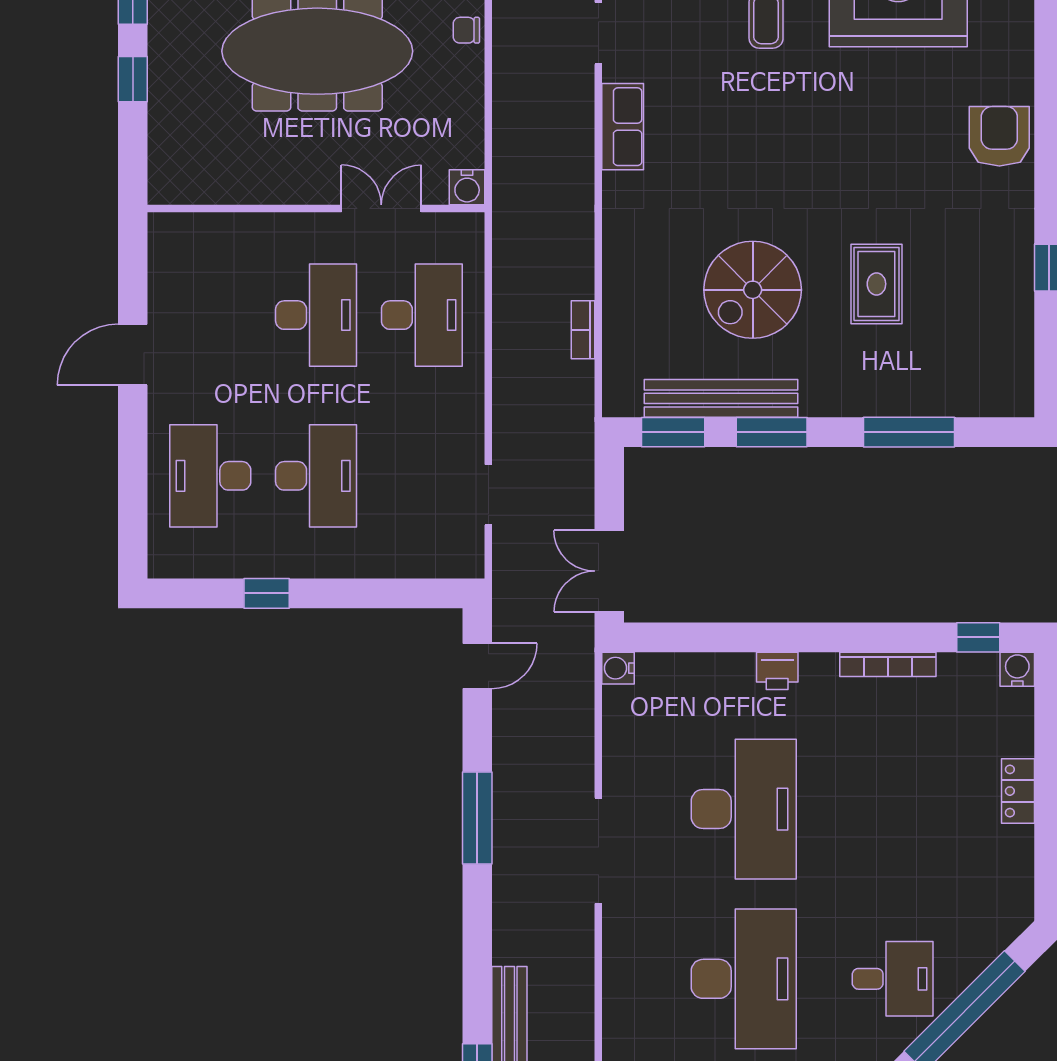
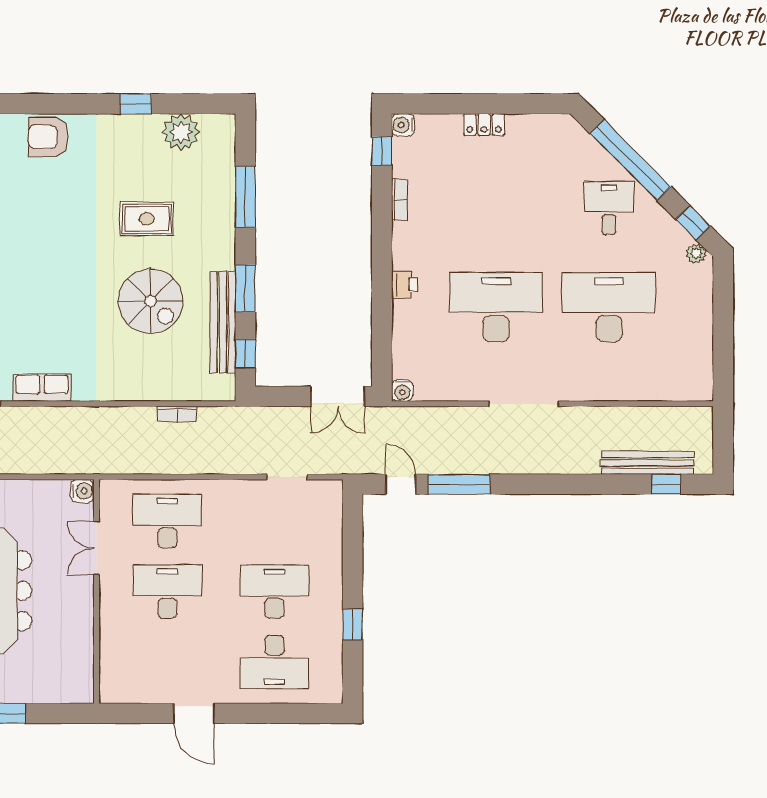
plant: (1007, 335) -> (181, 132), added
window: (673, 432) -> (245, 354), width x0.67
bookcase: (888, 664) -> (400, 200), width x0.64
window: (477, 818) -> (459, 484), moved

